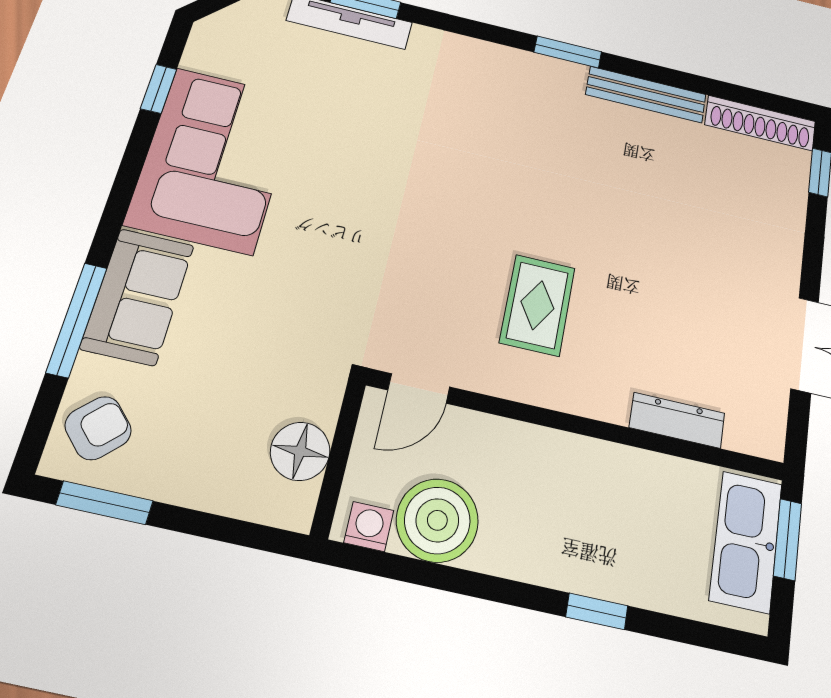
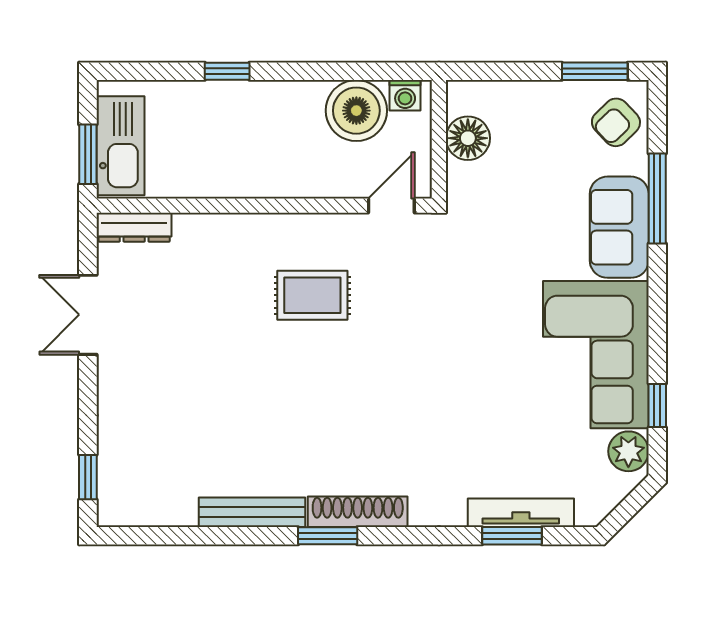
plant: (208, 51) -> (628, 451), added
shoe rack: (760, 123) -> (358, 512), moved
rug: (537, 305) -> (312, 295), turned 90
dresser: (677, 420) -> (134, 227), moved

